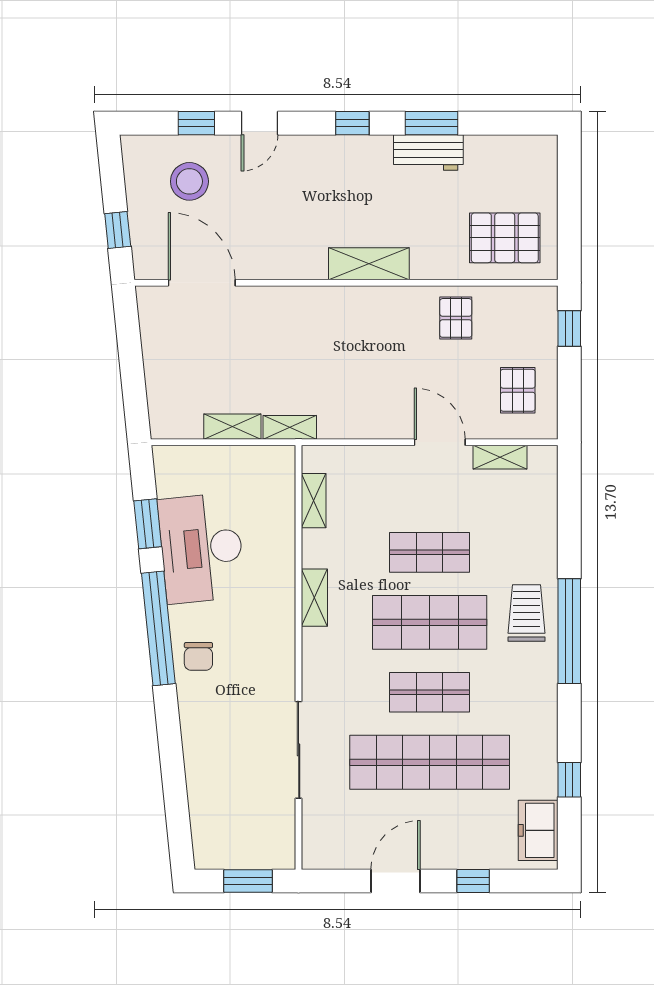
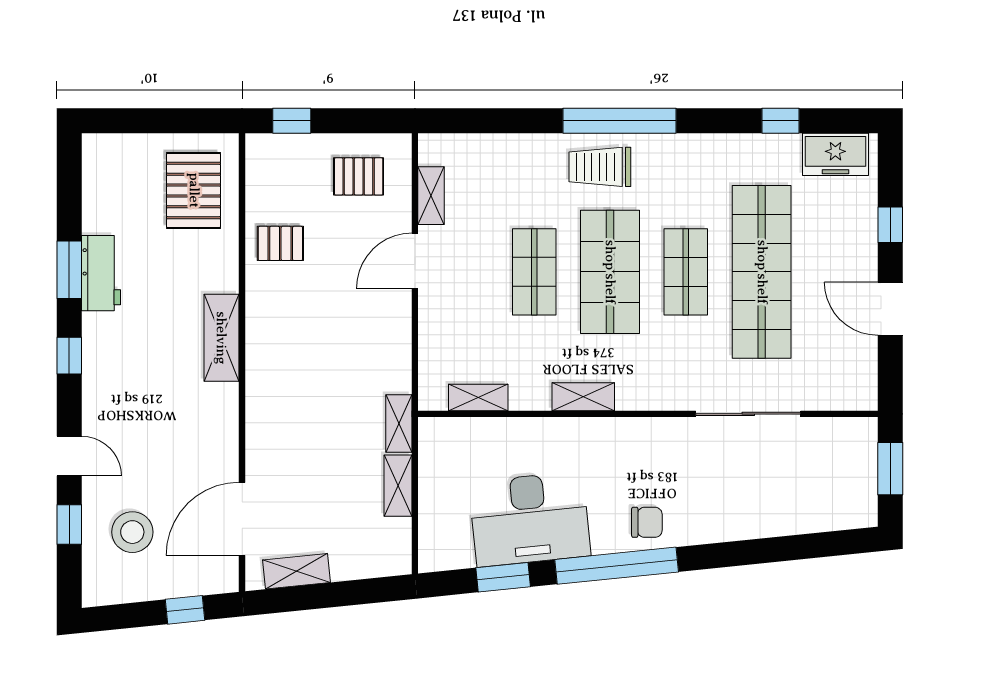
shelving: (153, 333) -> (297, 571), added

